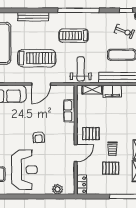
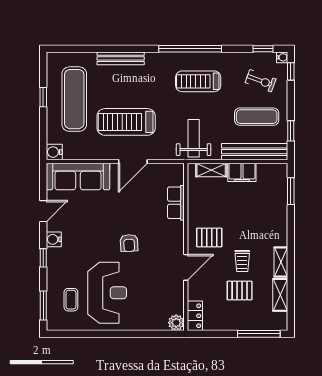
treadmill: (74, 36) -> (198, 81), moved
treadmill: (37, 58) -> (126, 122), turned 180
plant: (58, 189) -> (176, 323), moved

